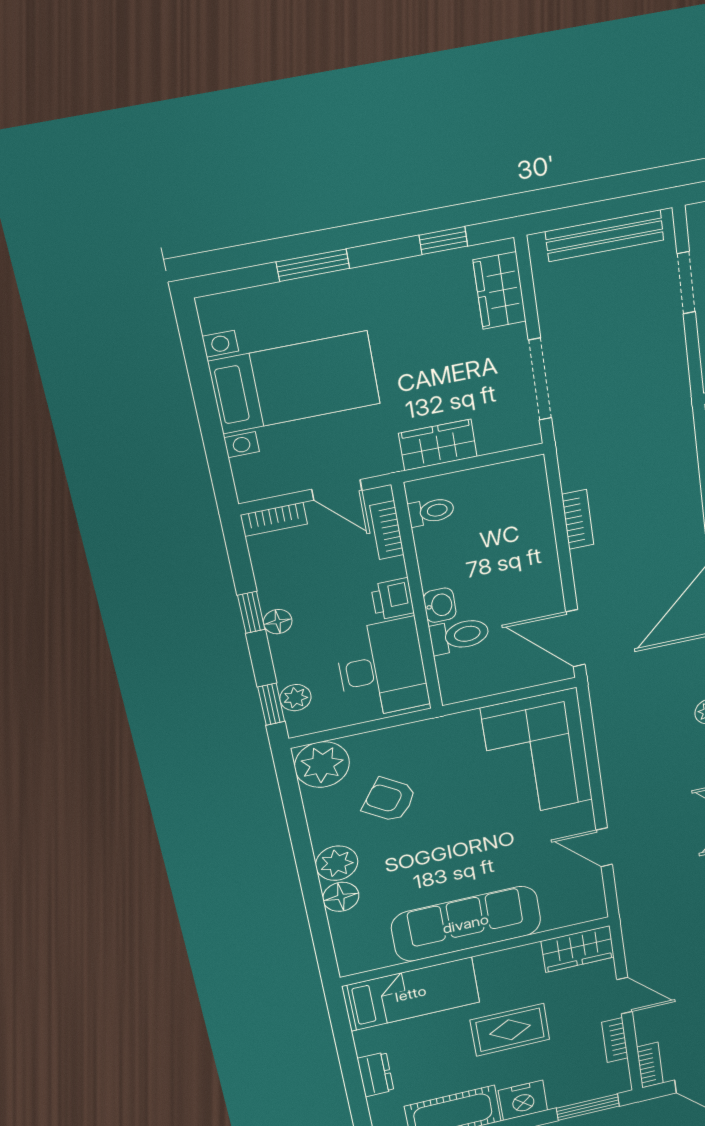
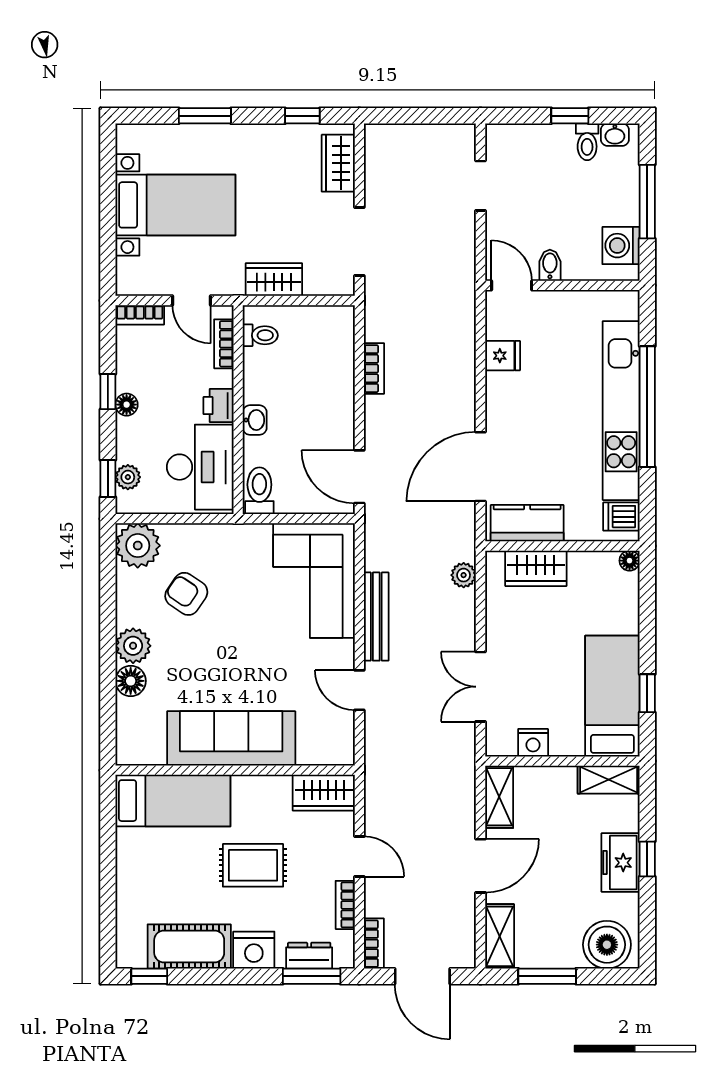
bench: (605, 236) -> (376, 617), moved, turned 90
toilet: (459, 635) -> (259, 491), moved, turned -90
dresser: (376, 1074) -> (309, 956), moved, turned -90

